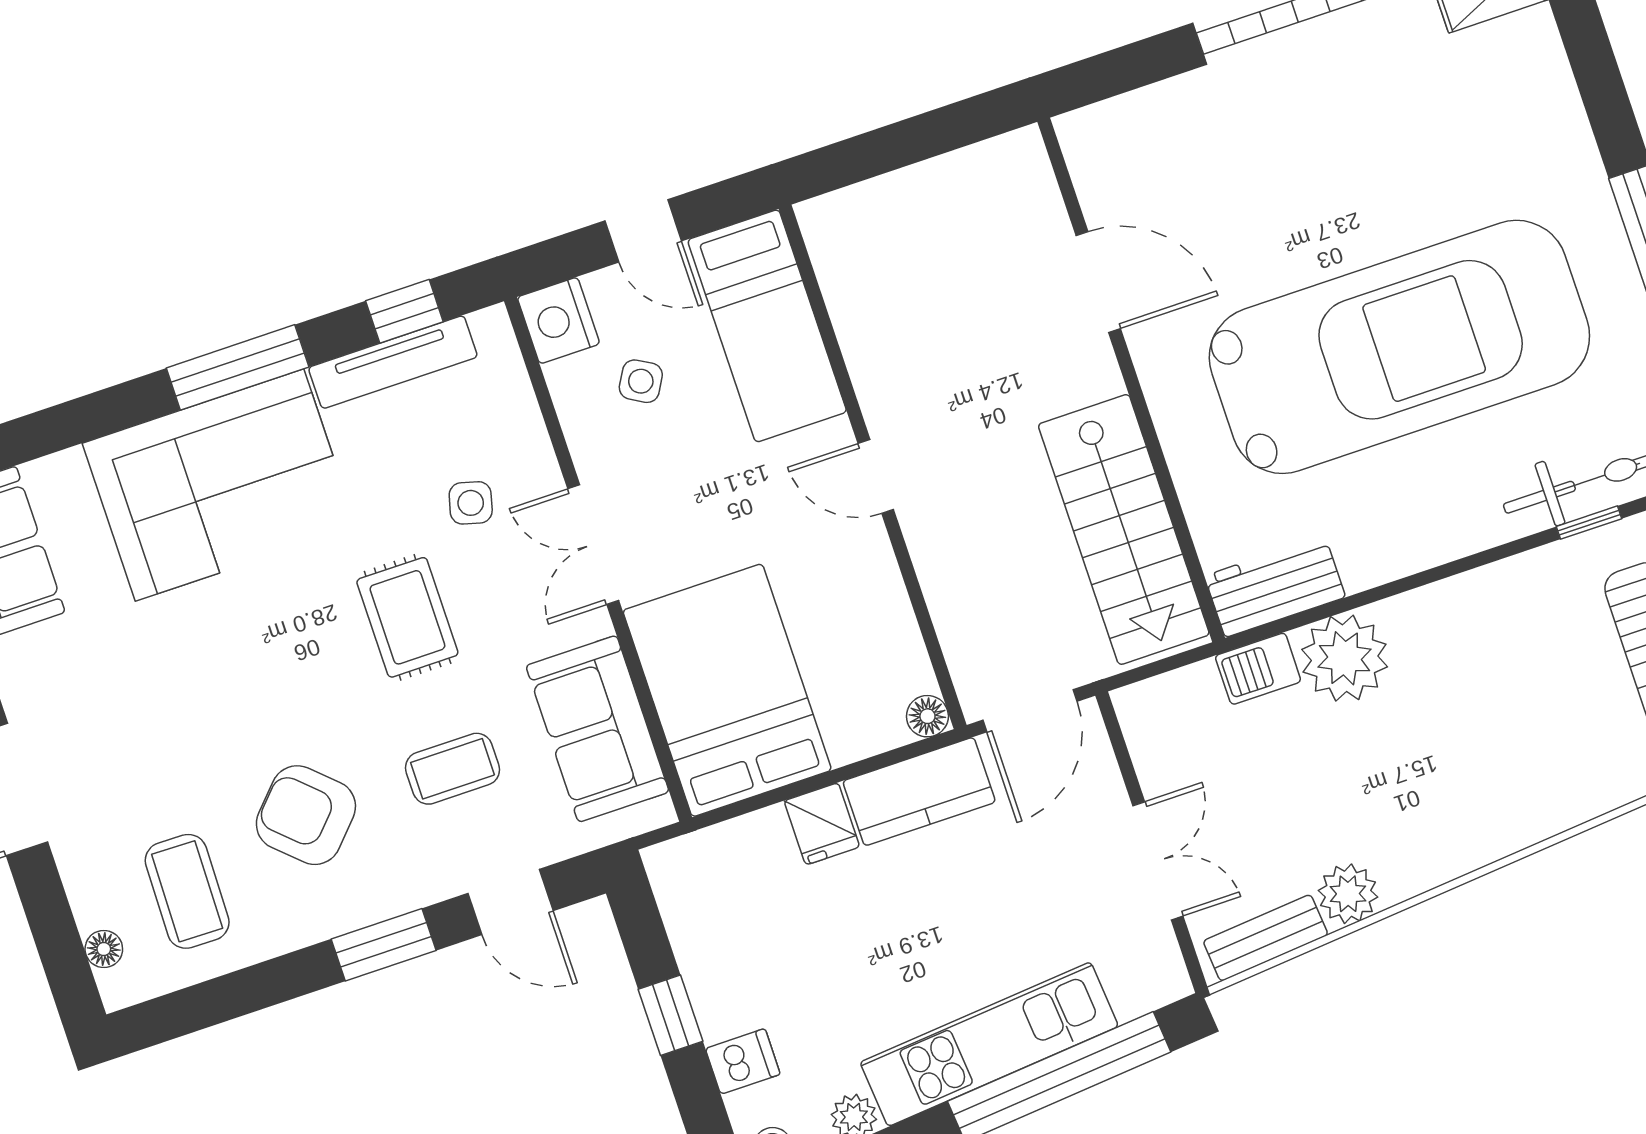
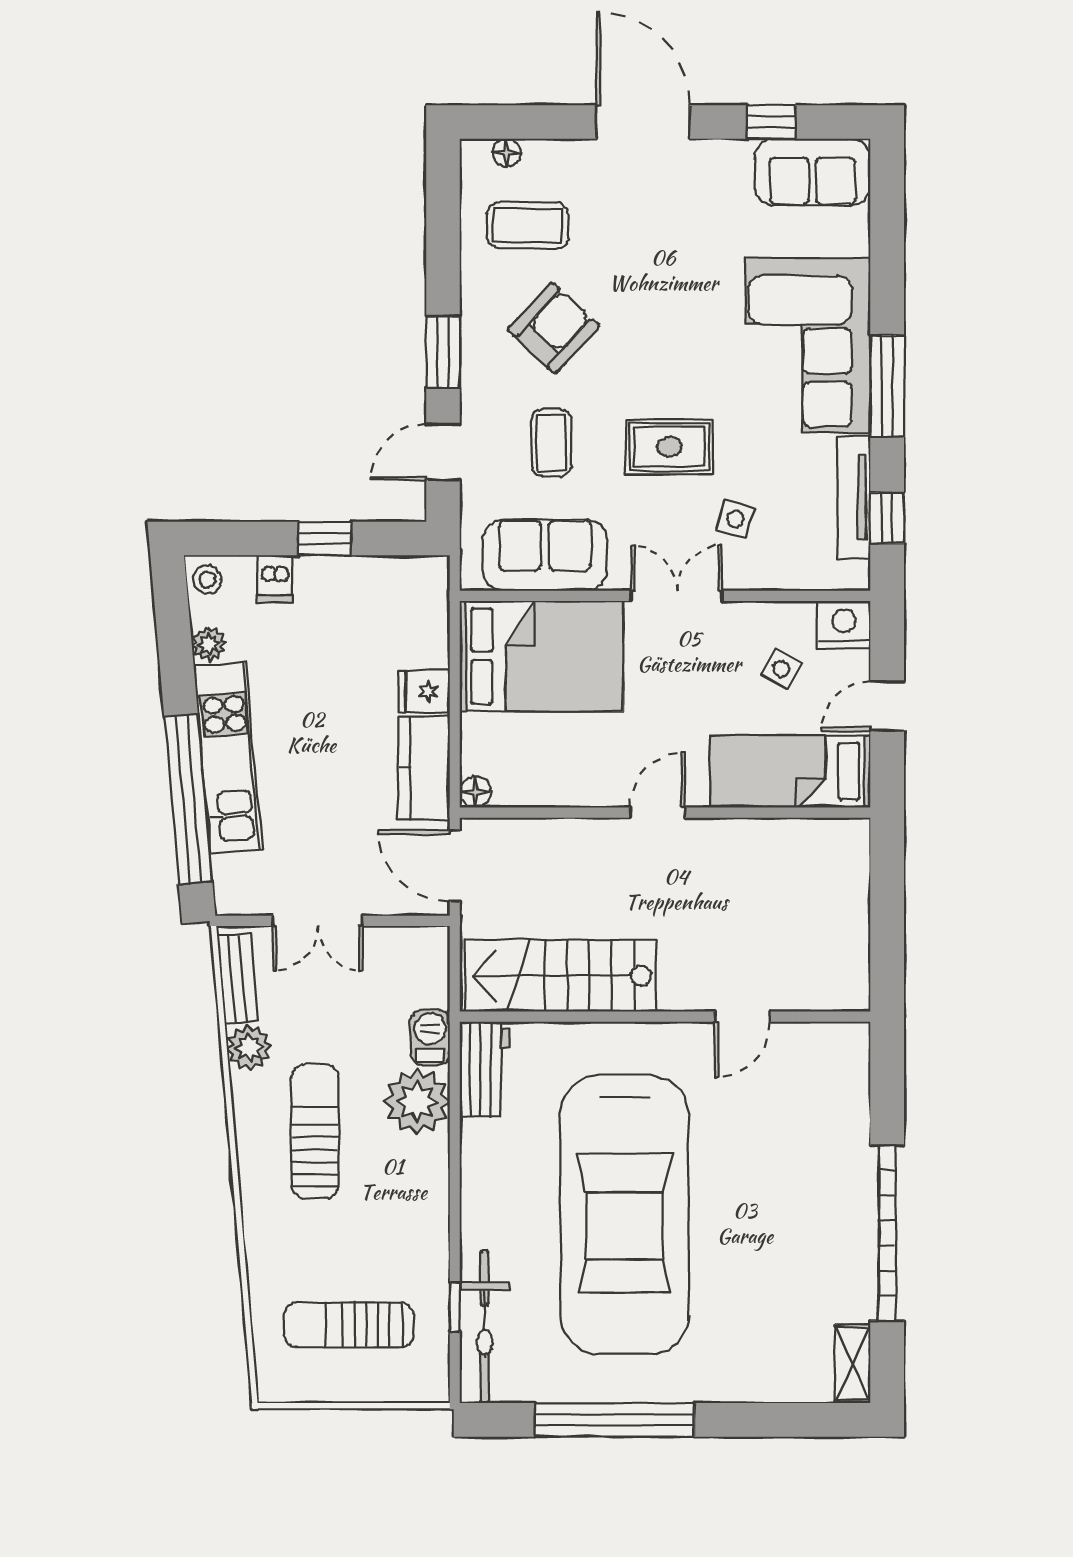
door: (1098, 282) -> (742, 1017), width x0.73
sun lounger: (1426, 775) -> (315, 1131), added

